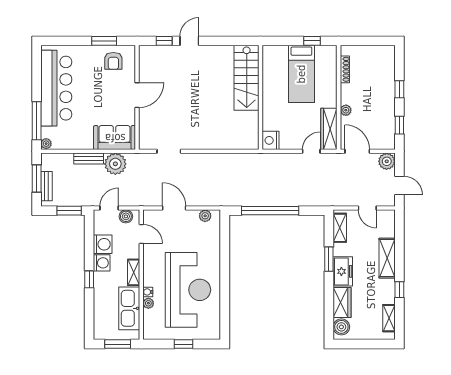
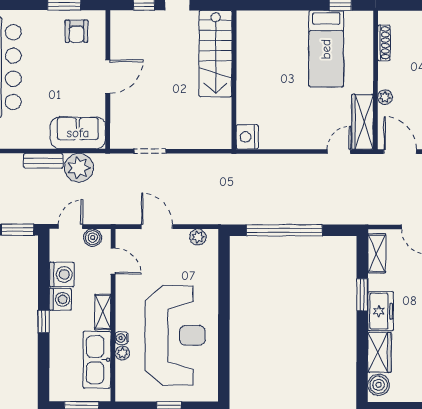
stairs: (247, 78) -> (216, 54), moved
wall: (261, 97) -> (234, 80), moved
nightstand: (270, 140) -> (247, 137), moved

